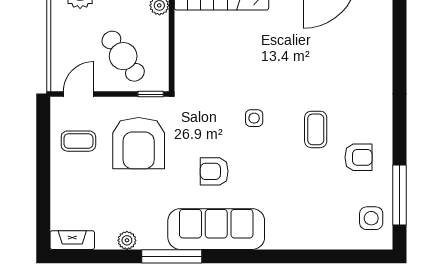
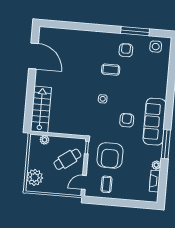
door: (78, 94) -> (84, 182), hinge flipped
armchair: (139, 143) -> (110, 155), turned 90
armchair: (214, 171) -> (127, 120), turned 180
window: (399, 195) -> (135, 31), moved
fireplace: (72, 240) -> (155, 181), moved

